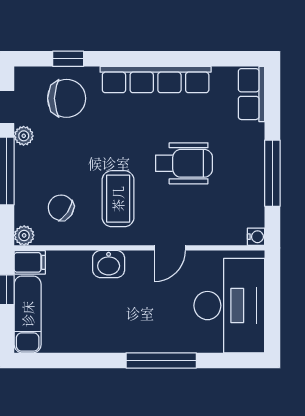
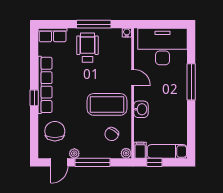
window: (68, 59) -> (34, 98), moved
wheelchair: (184, 163) -> (87, 48), moved
coffee table: (118, 199) -> (107, 104), width x1.36, depth x1.32

